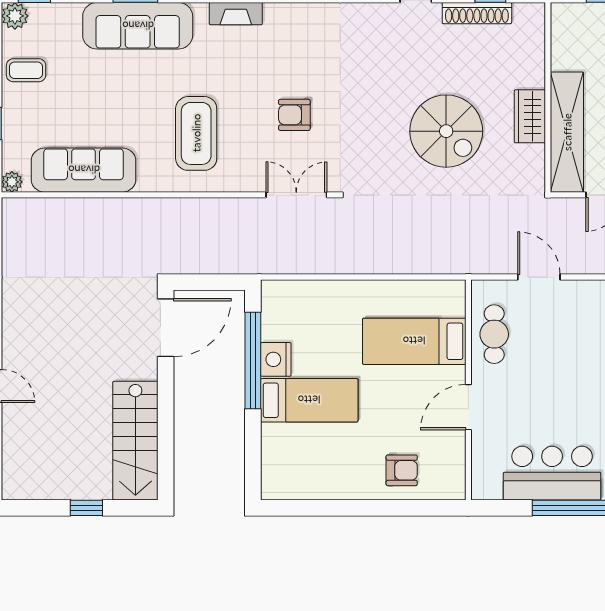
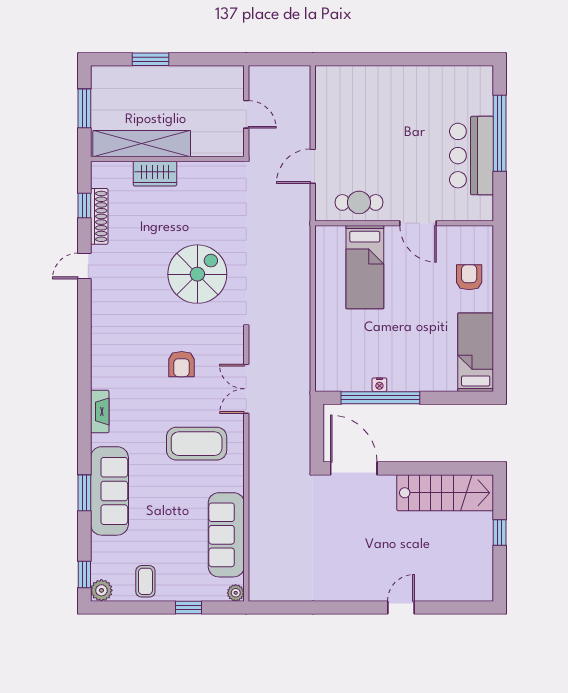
wardrobe: (530, 116) -> (155, 174), moved
spiral stairs: (446, 131) -> (197, 274), moved
shelving: (567, 132) -> (142, 144), moved
double door: (296, 195) -> (246, 389), moved
nightstand: (276, 359) -> (379, 385), width x0.53, depth x0.56
bed: (309, 400) -> (476, 352), moved

